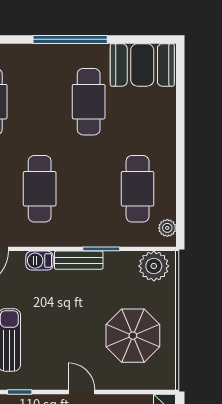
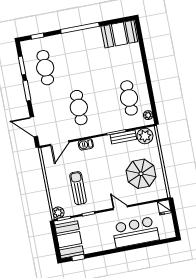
cafe table: (89, 102) -> (95, 58), removed
bench: (79, 260) -> (123, 137), moved

